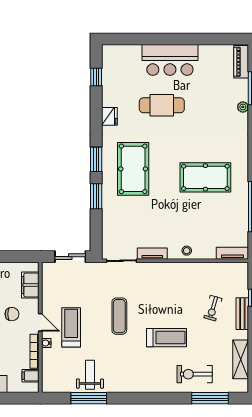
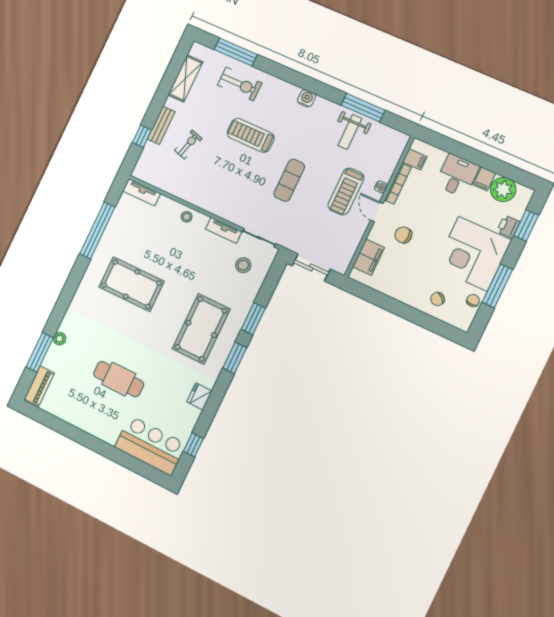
bar counter: (170, 60) -> (150, 445), moved
cafe table: (162, 105) -> (119, 379), moved
stool: (124, 234) -> (243, 265), added
water cooler: (136, 386) -> (307, 98), added

